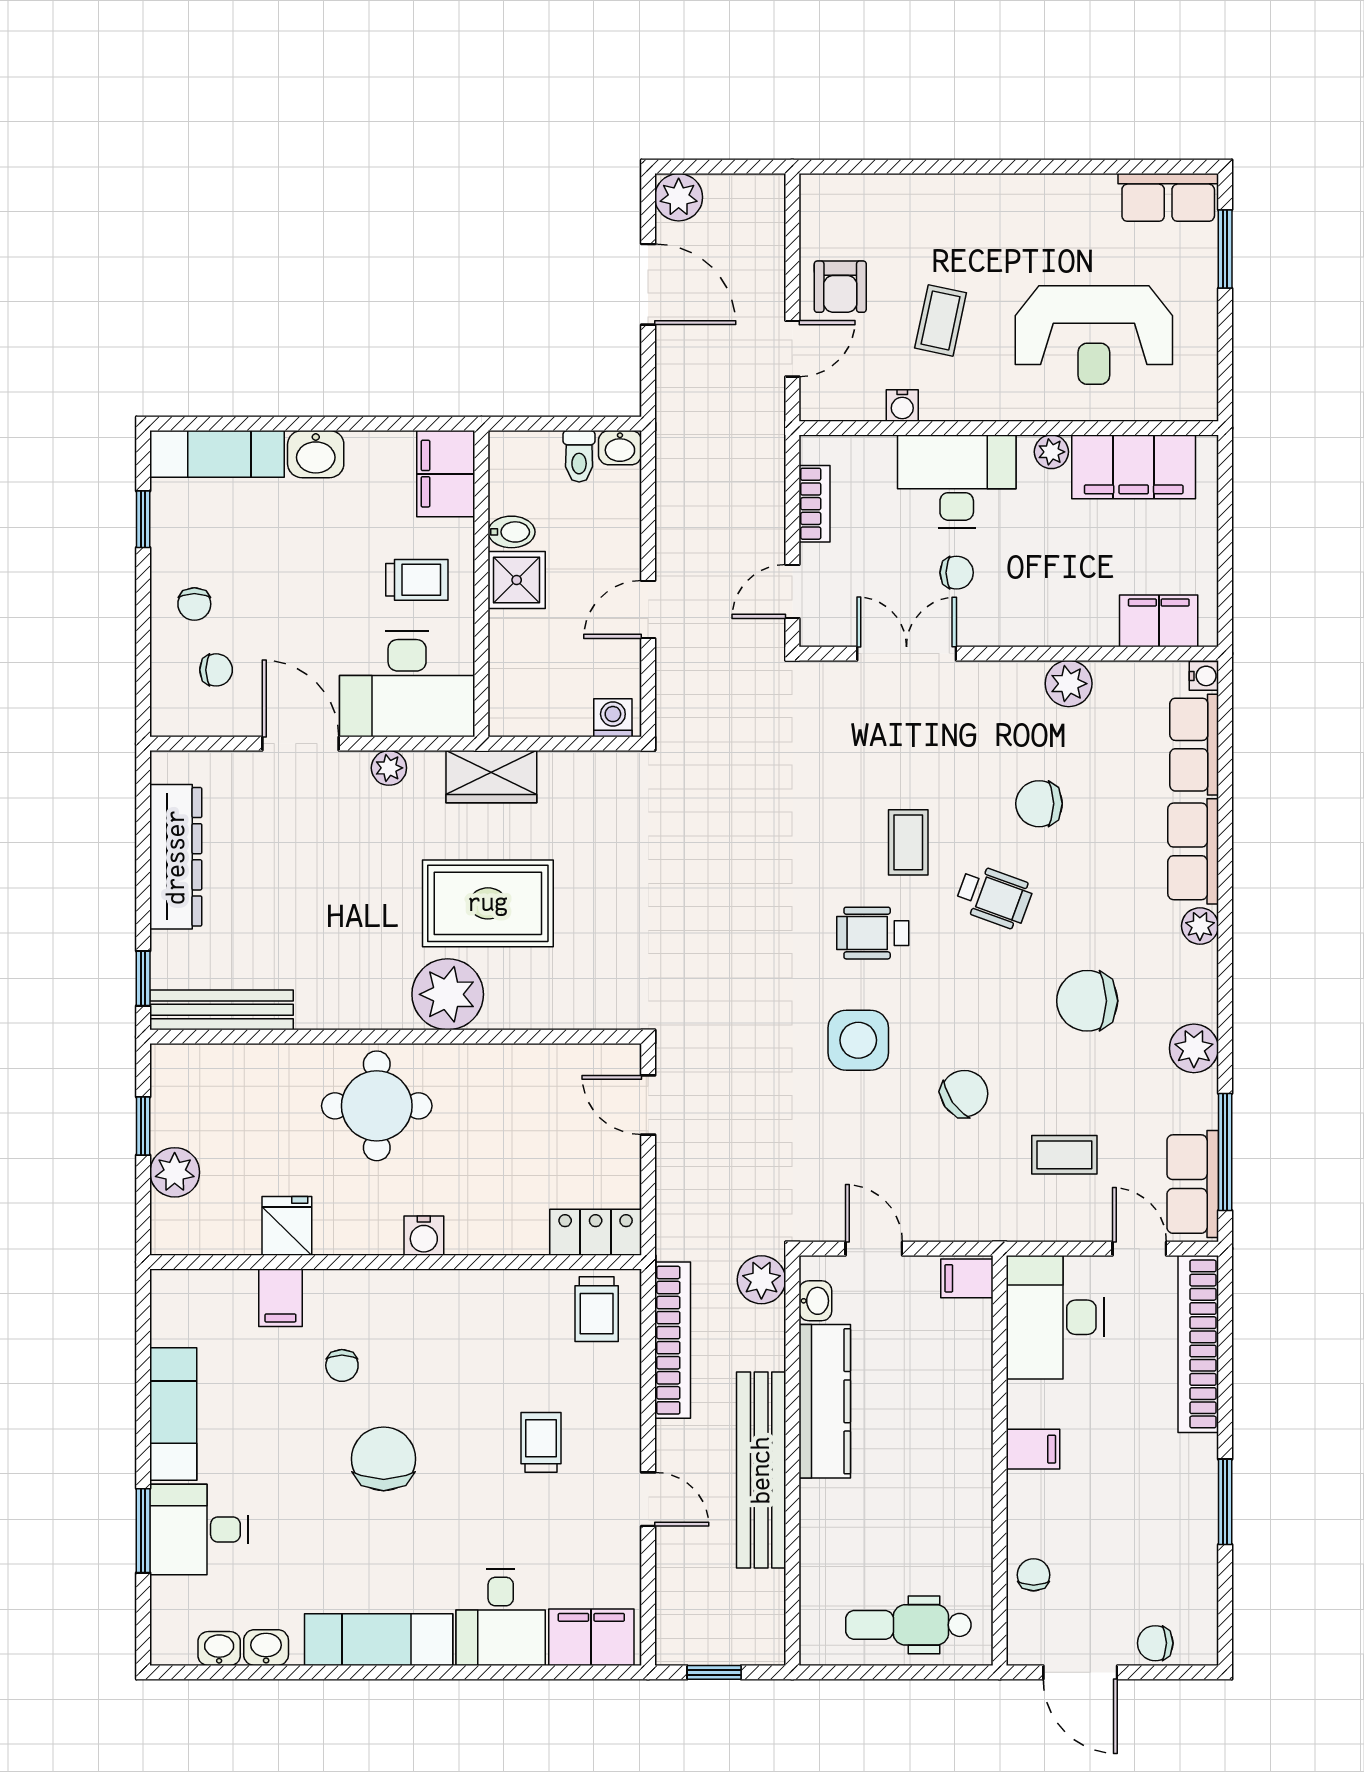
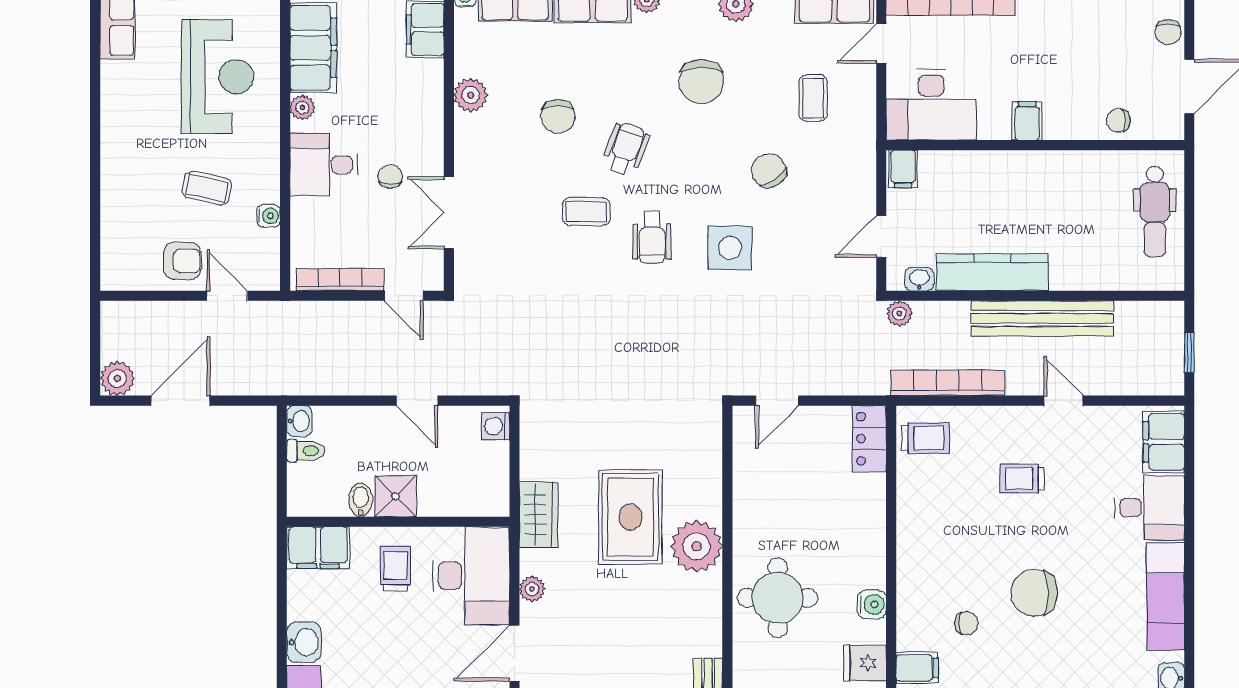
desk: (957, 481) -> (324, 165), width x0.73
bookcase: (814, 504) -> (340, 280), width x1.56
water cooler: (424, 1236) -> (872, 604), moved
plant: (761, 1280) -> (899, 313), width x0.73, depth x0.73
door: (648, 1499) -> (1063, 401), hinge flipped

